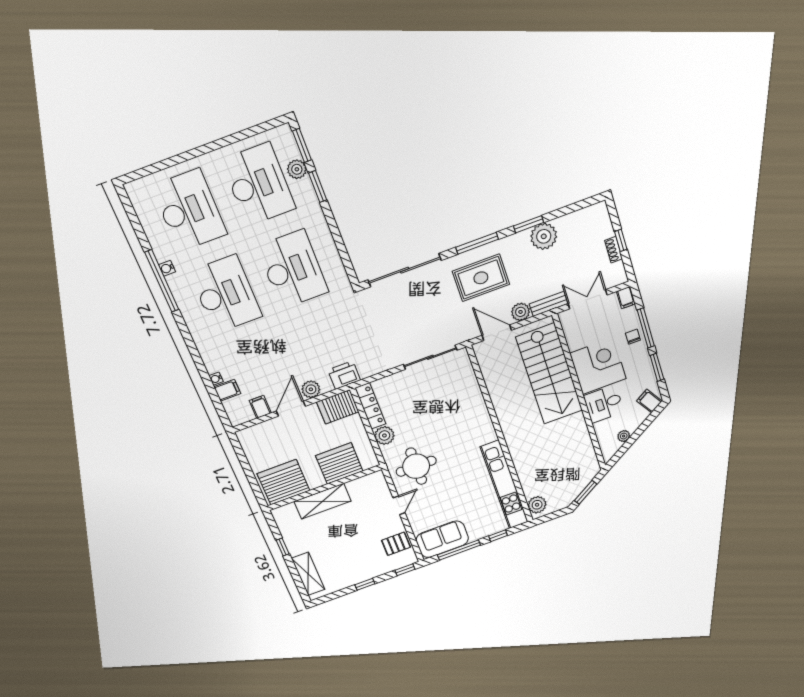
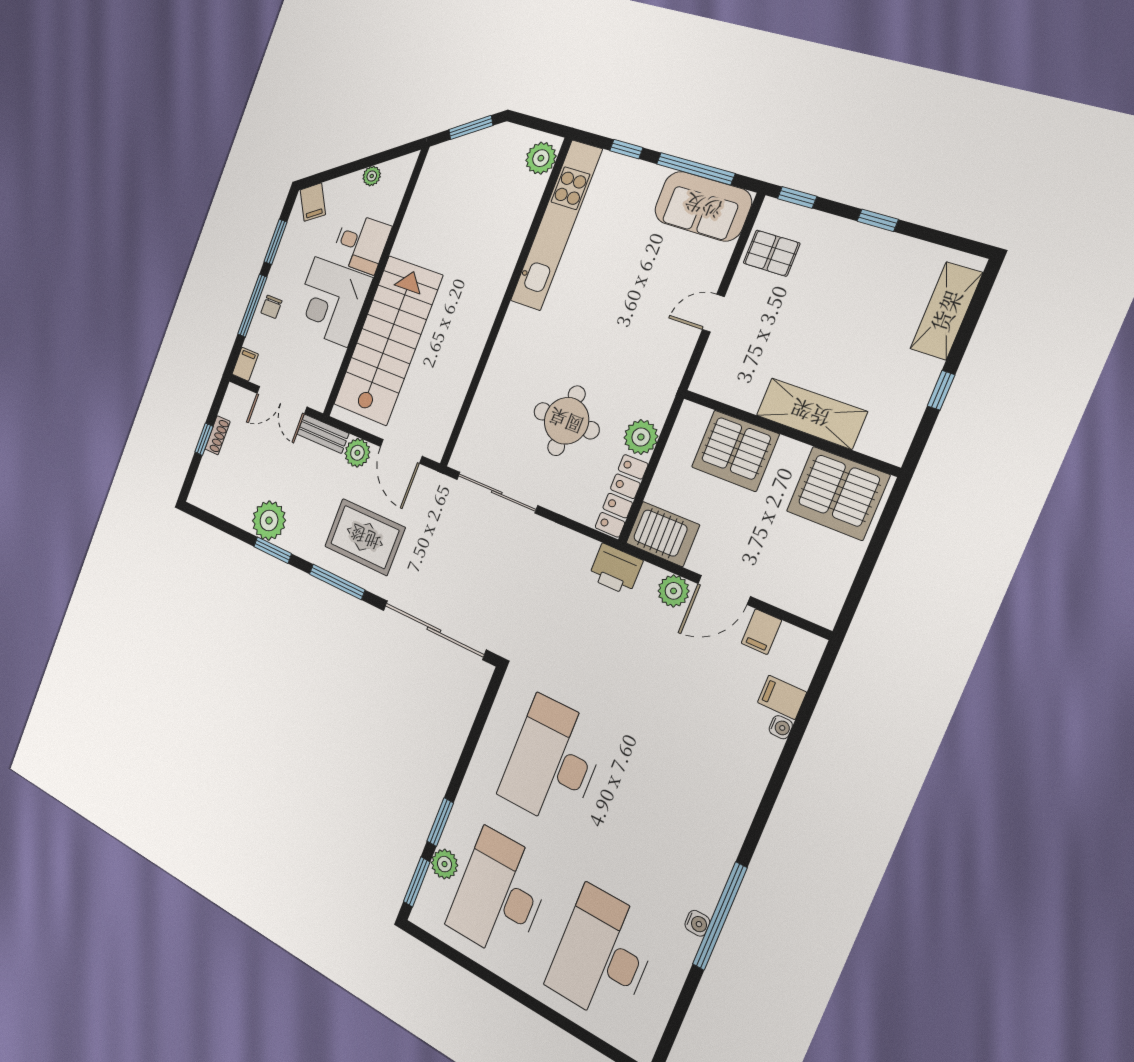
desk: (226, 294) -> (659, 817), removed
round table: (416, 466) -> (566, 421), moved

